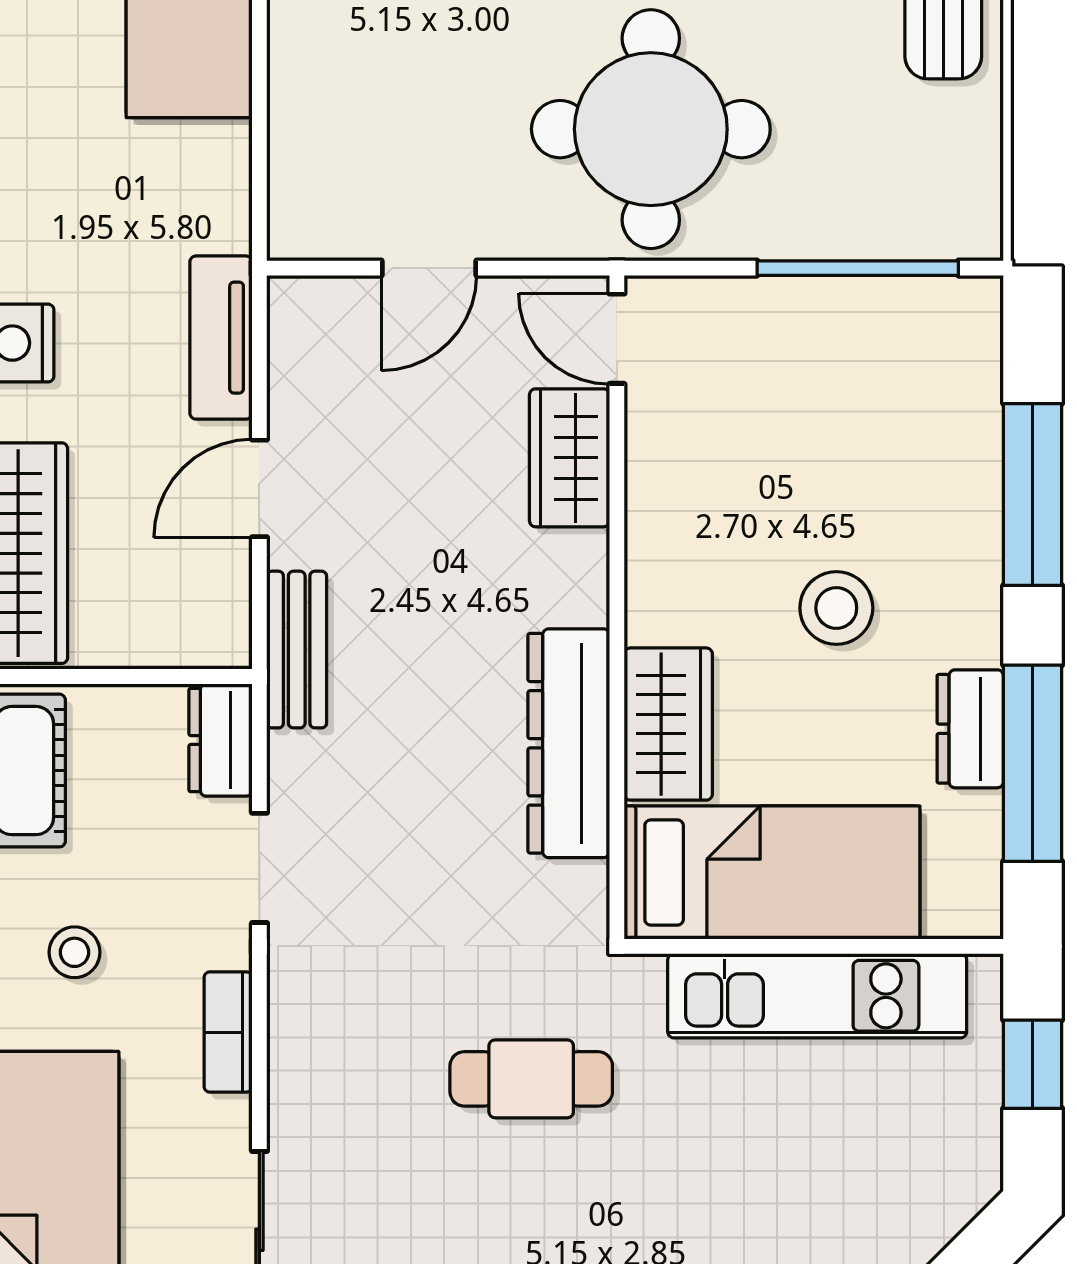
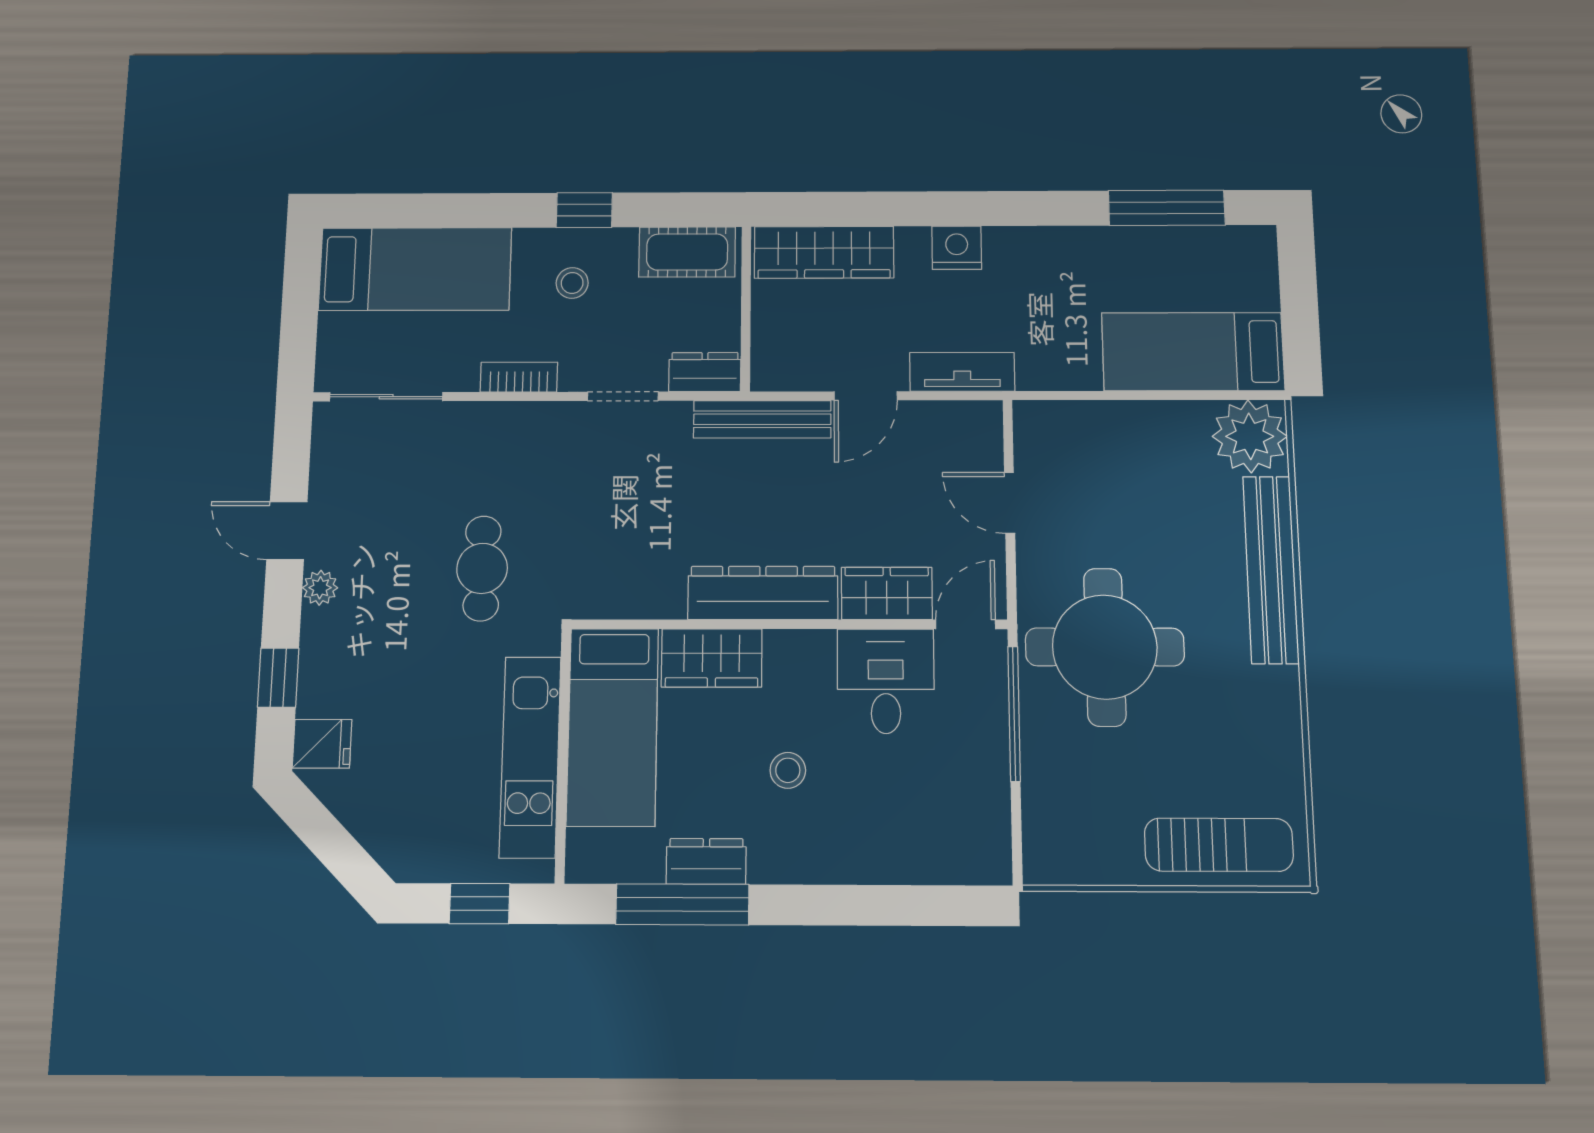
window: (858, 268) -> (1014, 714), moved
desk: (703, 460) -> (886, 681), added
door: (259, 488) -> (866, 396), swing flipped
window: (1033, 494) -> (864, 905), removed
stool: (836, 608) -> (788, 770), width x0.73, depth x0.73
bench: (297, 650) -> (762, 419), width x1.36
dresser: (569, 743) -> (763, 593), moved

